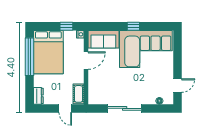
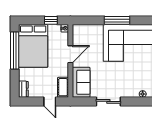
window: (133, 26) -> (117, 20), width x2.17
sofa: (103, 39) -> (81, 82), moved, turned -90
sliding door: (125, 108) -> (108, 101), width x0.73

